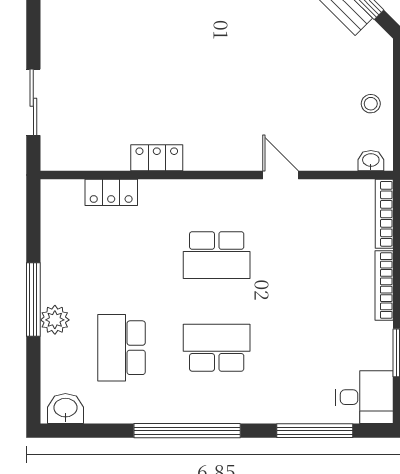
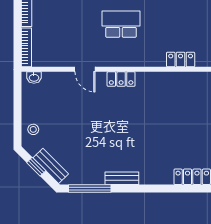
stool: (371, 104) -> (33, 129), moved
locker: (157, 158) -> (121, 79), moved

